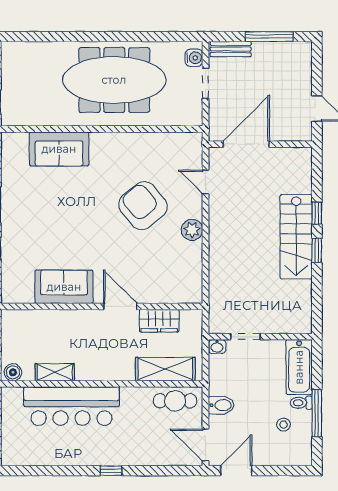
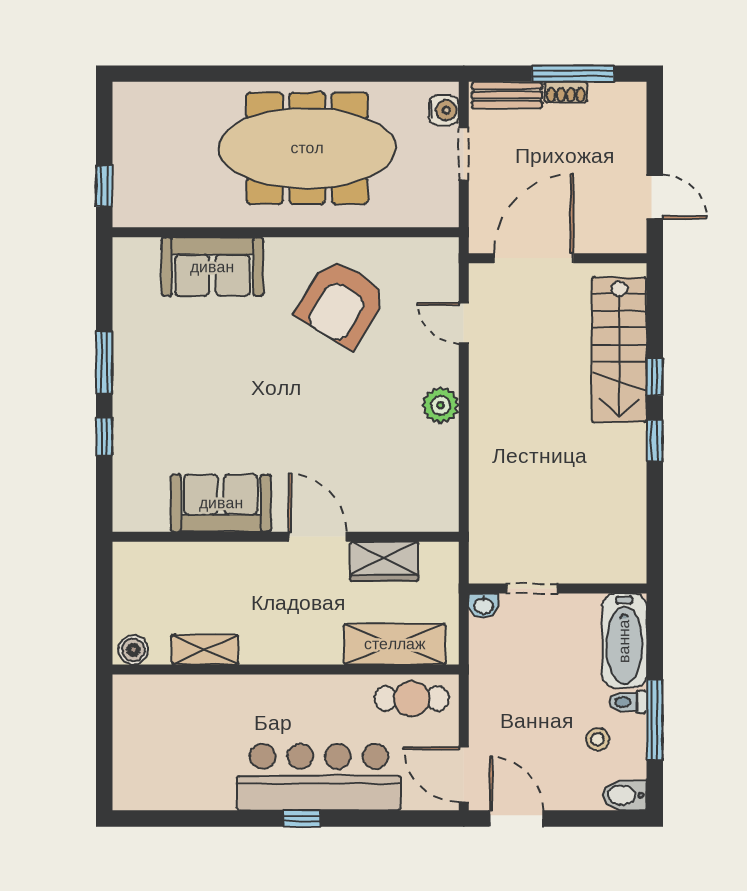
shoe rack: (265, 47) -> (566, 92), added
armchair: (143, 206) -> (341, 303), moved, turned -109
stairs: (296, 237) -> (619, 350), moved
bidet: (221, 405) -> (625, 795), moved, turned 180
bar counter: (72, 406) -> (319, 777), moved, turned 180
door: (236, 471) -> (516, 818), hinge flipped

